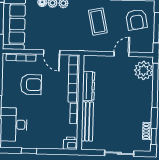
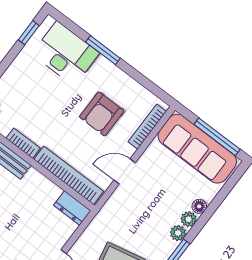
dresser: (88, 86) -> (72, 208), moved, width x0.70
window: (29, 151) -> (29, 33), moved

